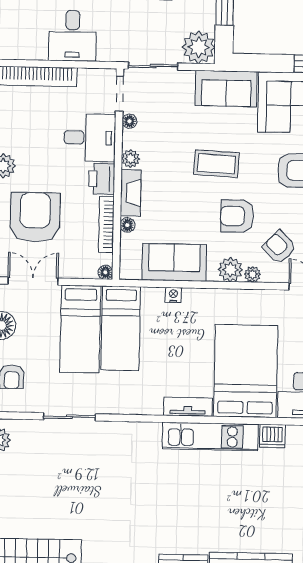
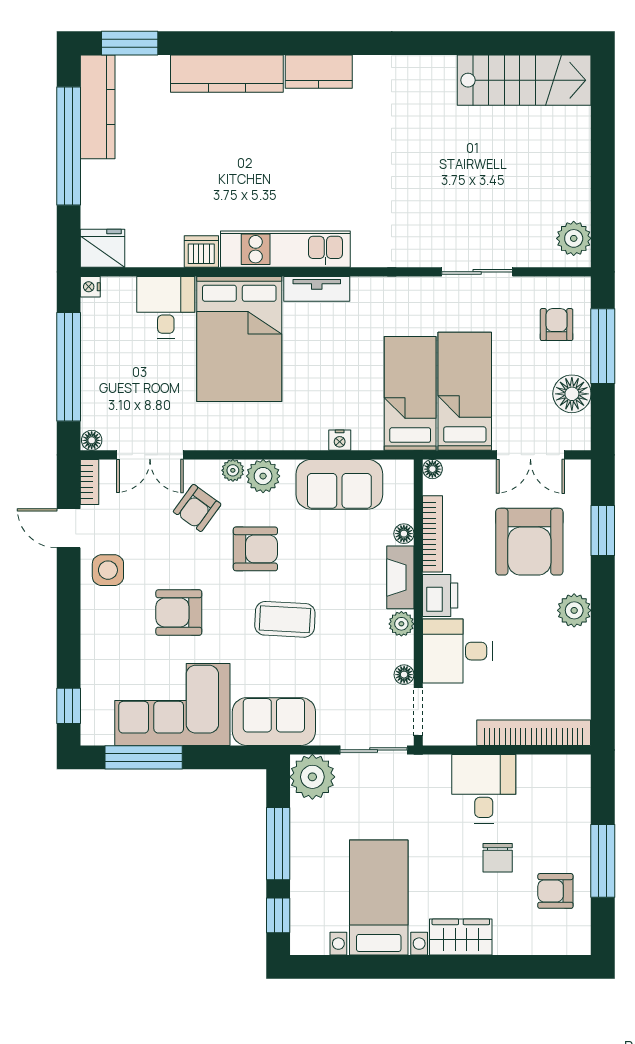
armchair: (279, 247) -> (197, 508), turned 82

